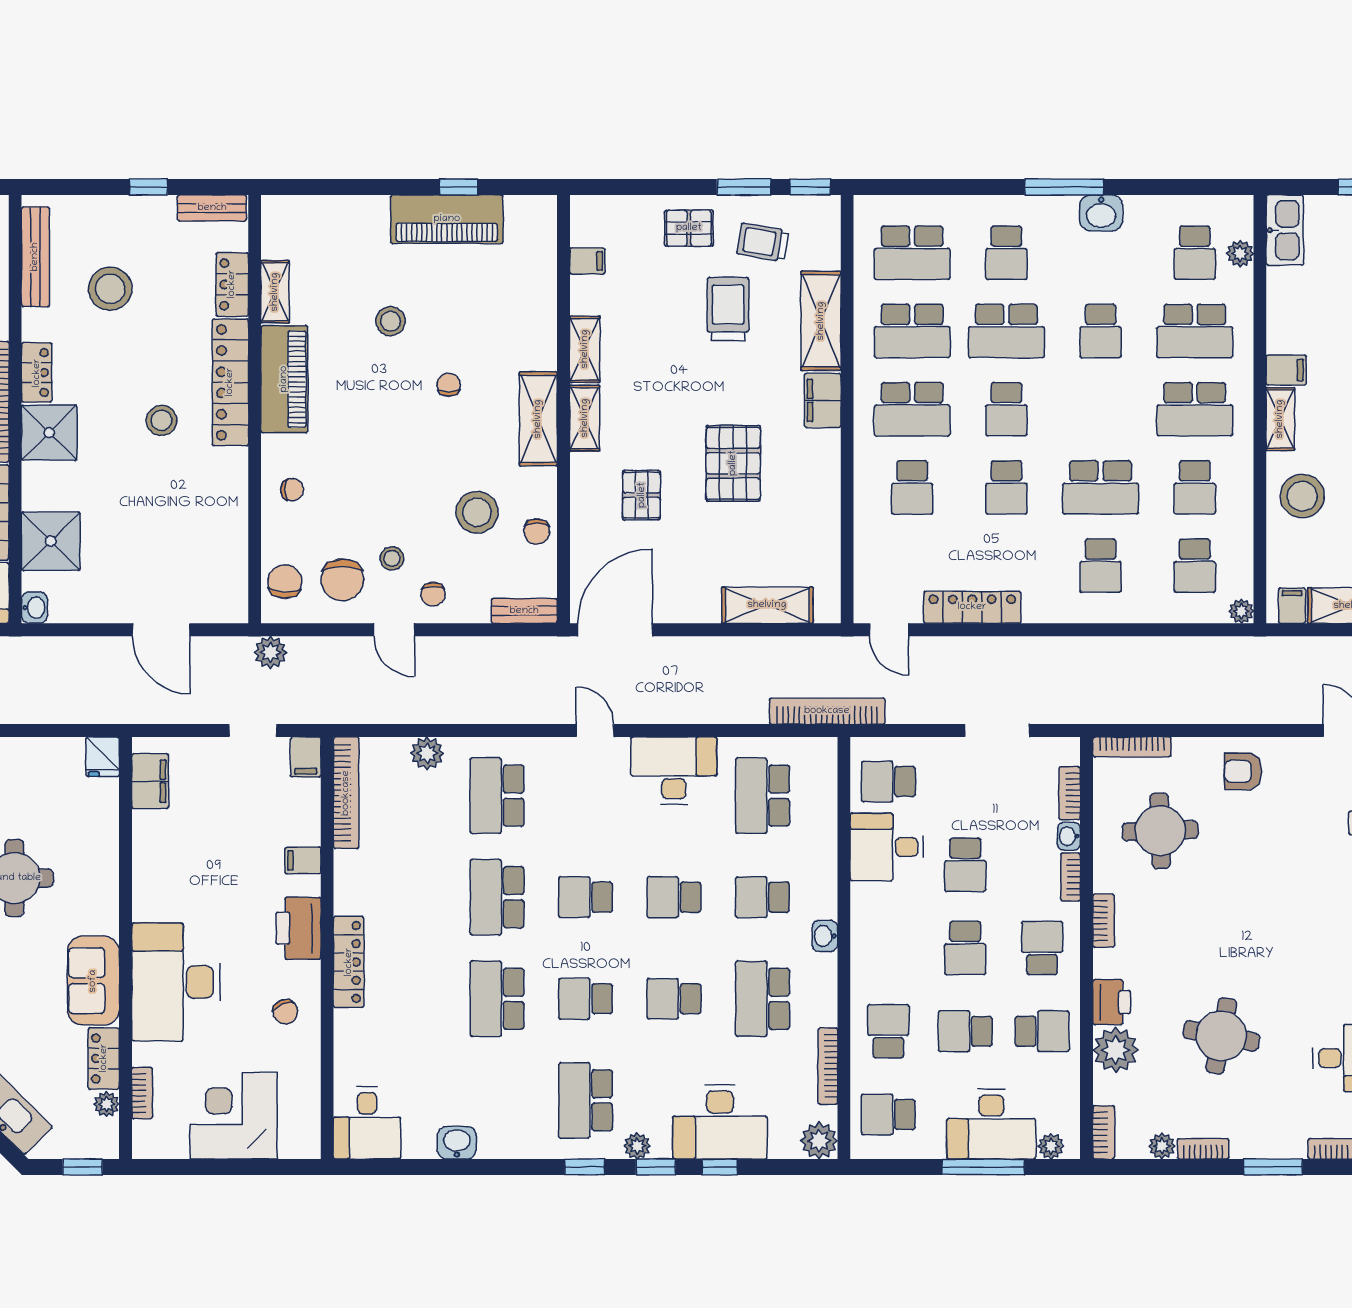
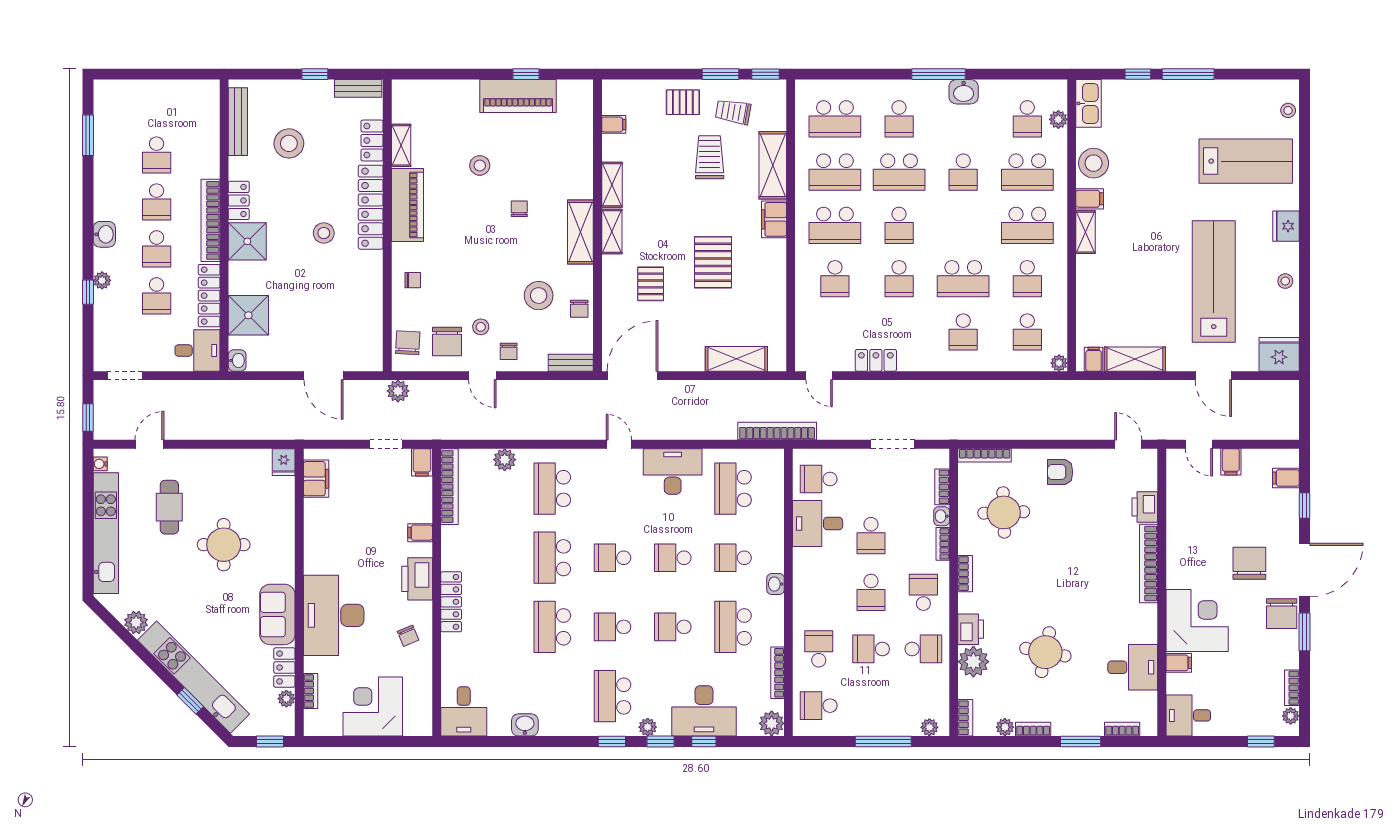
stool: (1302, 496) -> (1094, 163), moved
locker: (972, 607) -> (876, 360), width x0.66
desk: (991, 1124) -> (889, 712), removed

